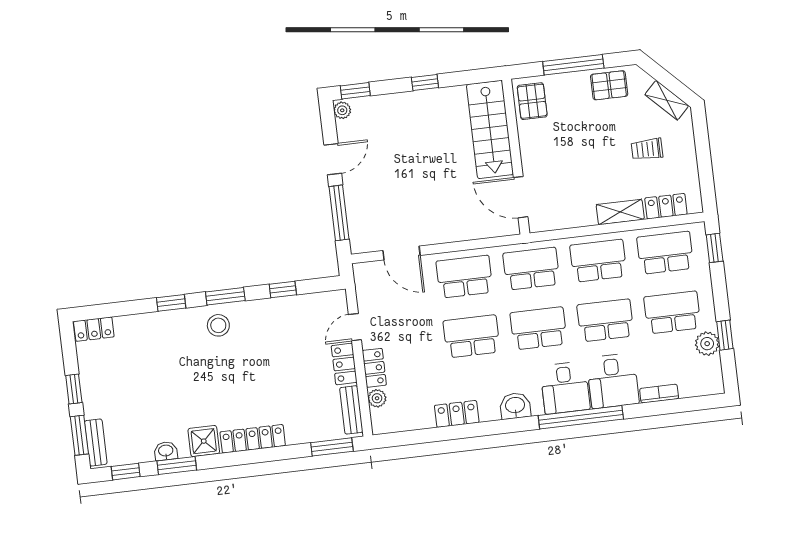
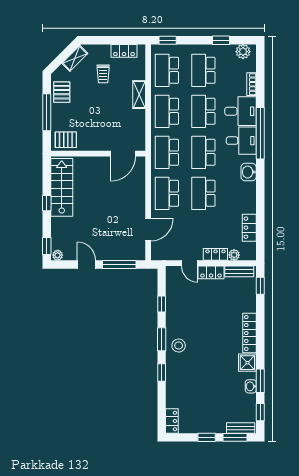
stairs: (490, 129) -> (62, 187), moved, turned -90
locker: (666, 206) -> (124, 51), moved, turned -90
plant: (707, 344) -> (243, 52), moved
locker: (457, 414) -> (249, 228), moved
window: (332, 447) -> (260, 286), width x0.67

